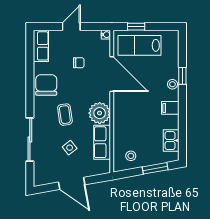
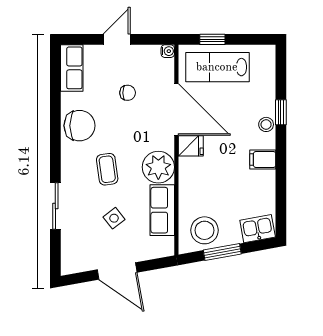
chair: (46, 85) -> (79, 126), turned 90
fridge: (122, 99) -> (191, 146), added
sliding door: (30, 139) -> (55, 206), width x0.73
kitchen sink: (171, 140) -> (258, 229), moved, turned 80
stool: (131, 156) -> (205, 230), width x1.89, depth x1.89
window: (155, 168) -> (222, 252), moved

